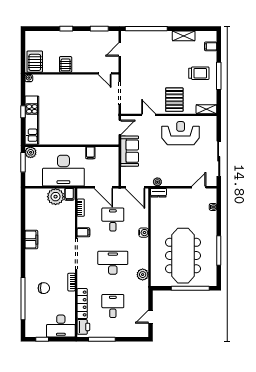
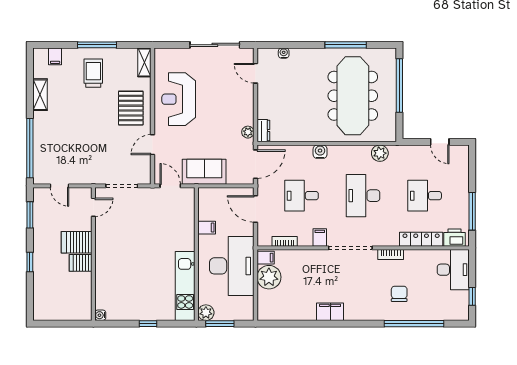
server rack: (35, 62) -> (77, 242), moved
pallet: (174, 100) -> (131, 108), turned 90
kitchen unit: (32, 120) -> (185, 286), moved, turned -90
door: (103, 187) -> (256, 209), swing flipped
meeting table: (183, 256) -> (353, 96), turned 90

